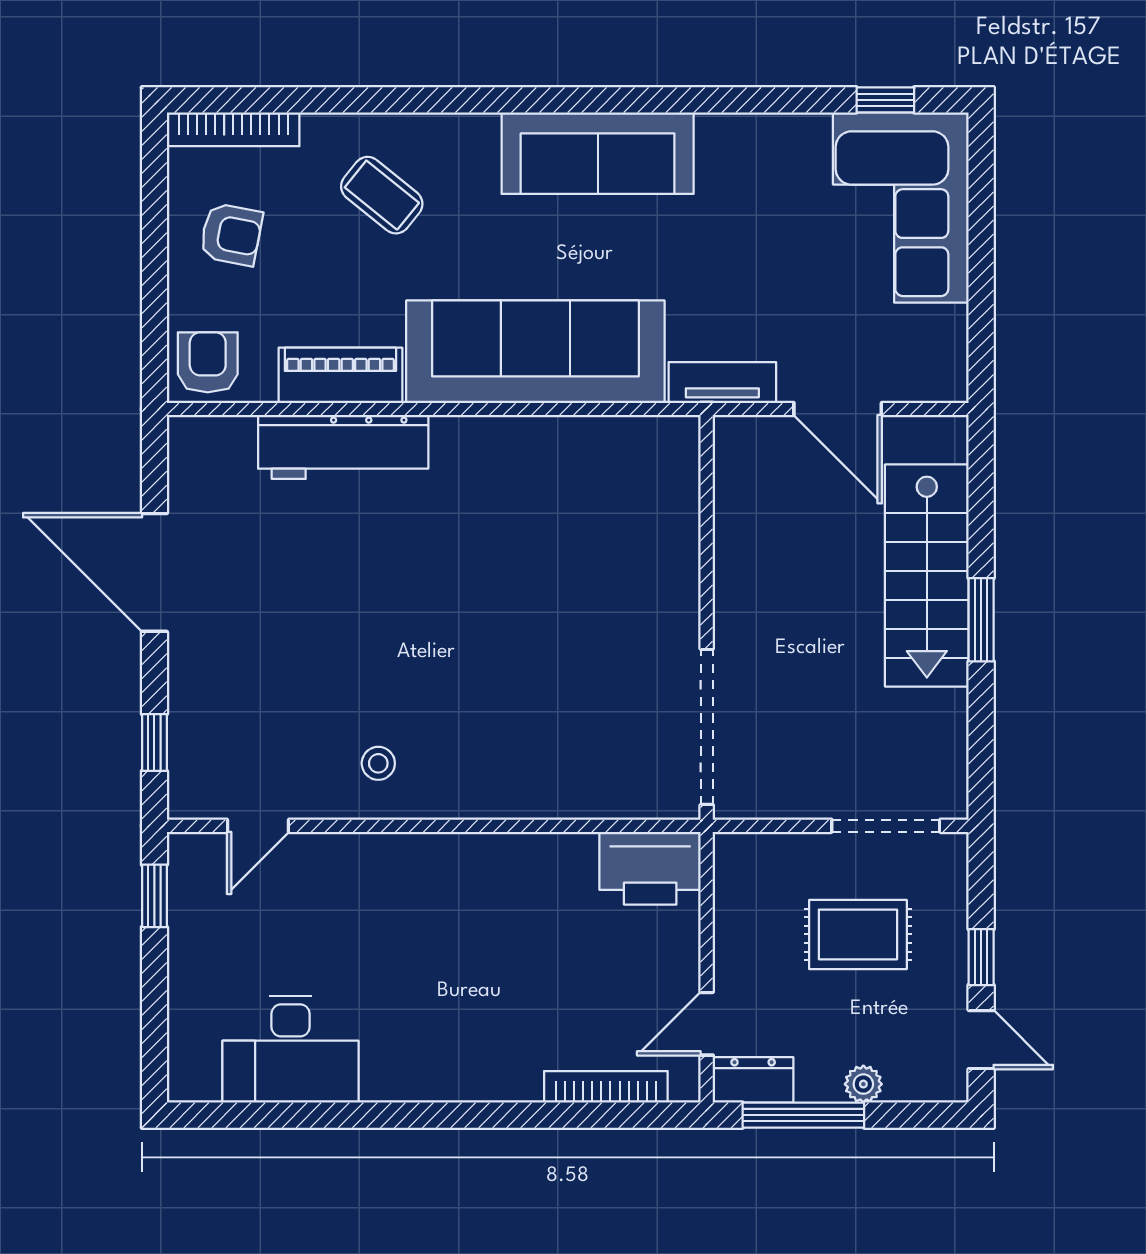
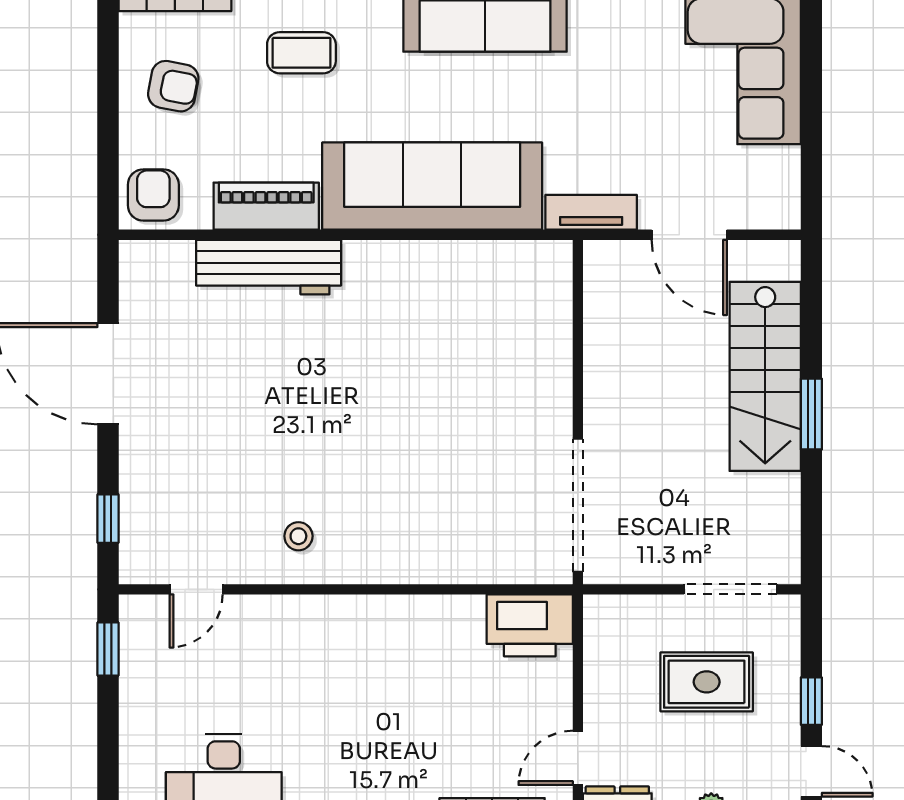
coffee table: (382, 195) -> (301, 53), turned -39

